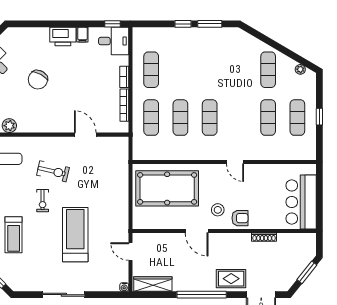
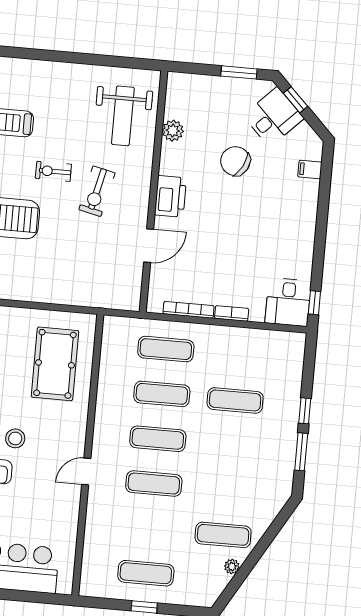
filing cabinet: (82, 35) -> (310, 170), moved
printer: (63, 37) -> (170, 196), moved, turned 180
plant: (300, 69) -> (232, 567), moved
exercise mat: (151, 70) -> (235, 400), moved
chair: (38, 80) -> (235, 161), moved
exercise mat: (268, 118) -> (154, 484), moved
pool table: (167, 188) -> (55, 364), width x0.73, depth x0.76

